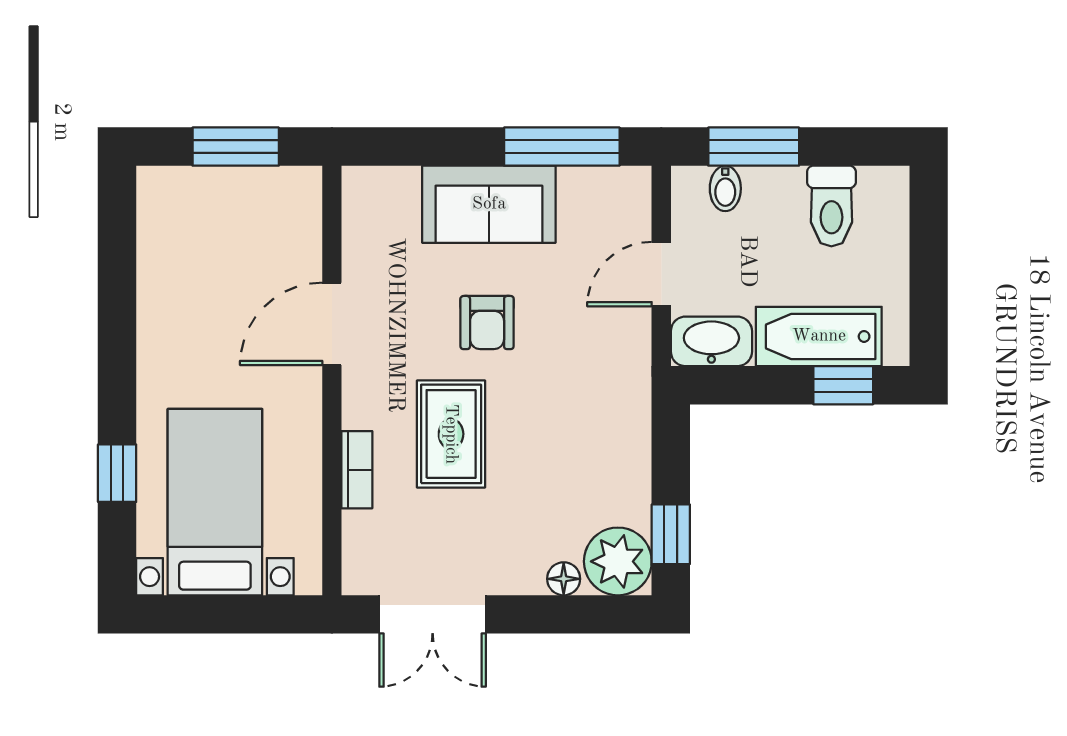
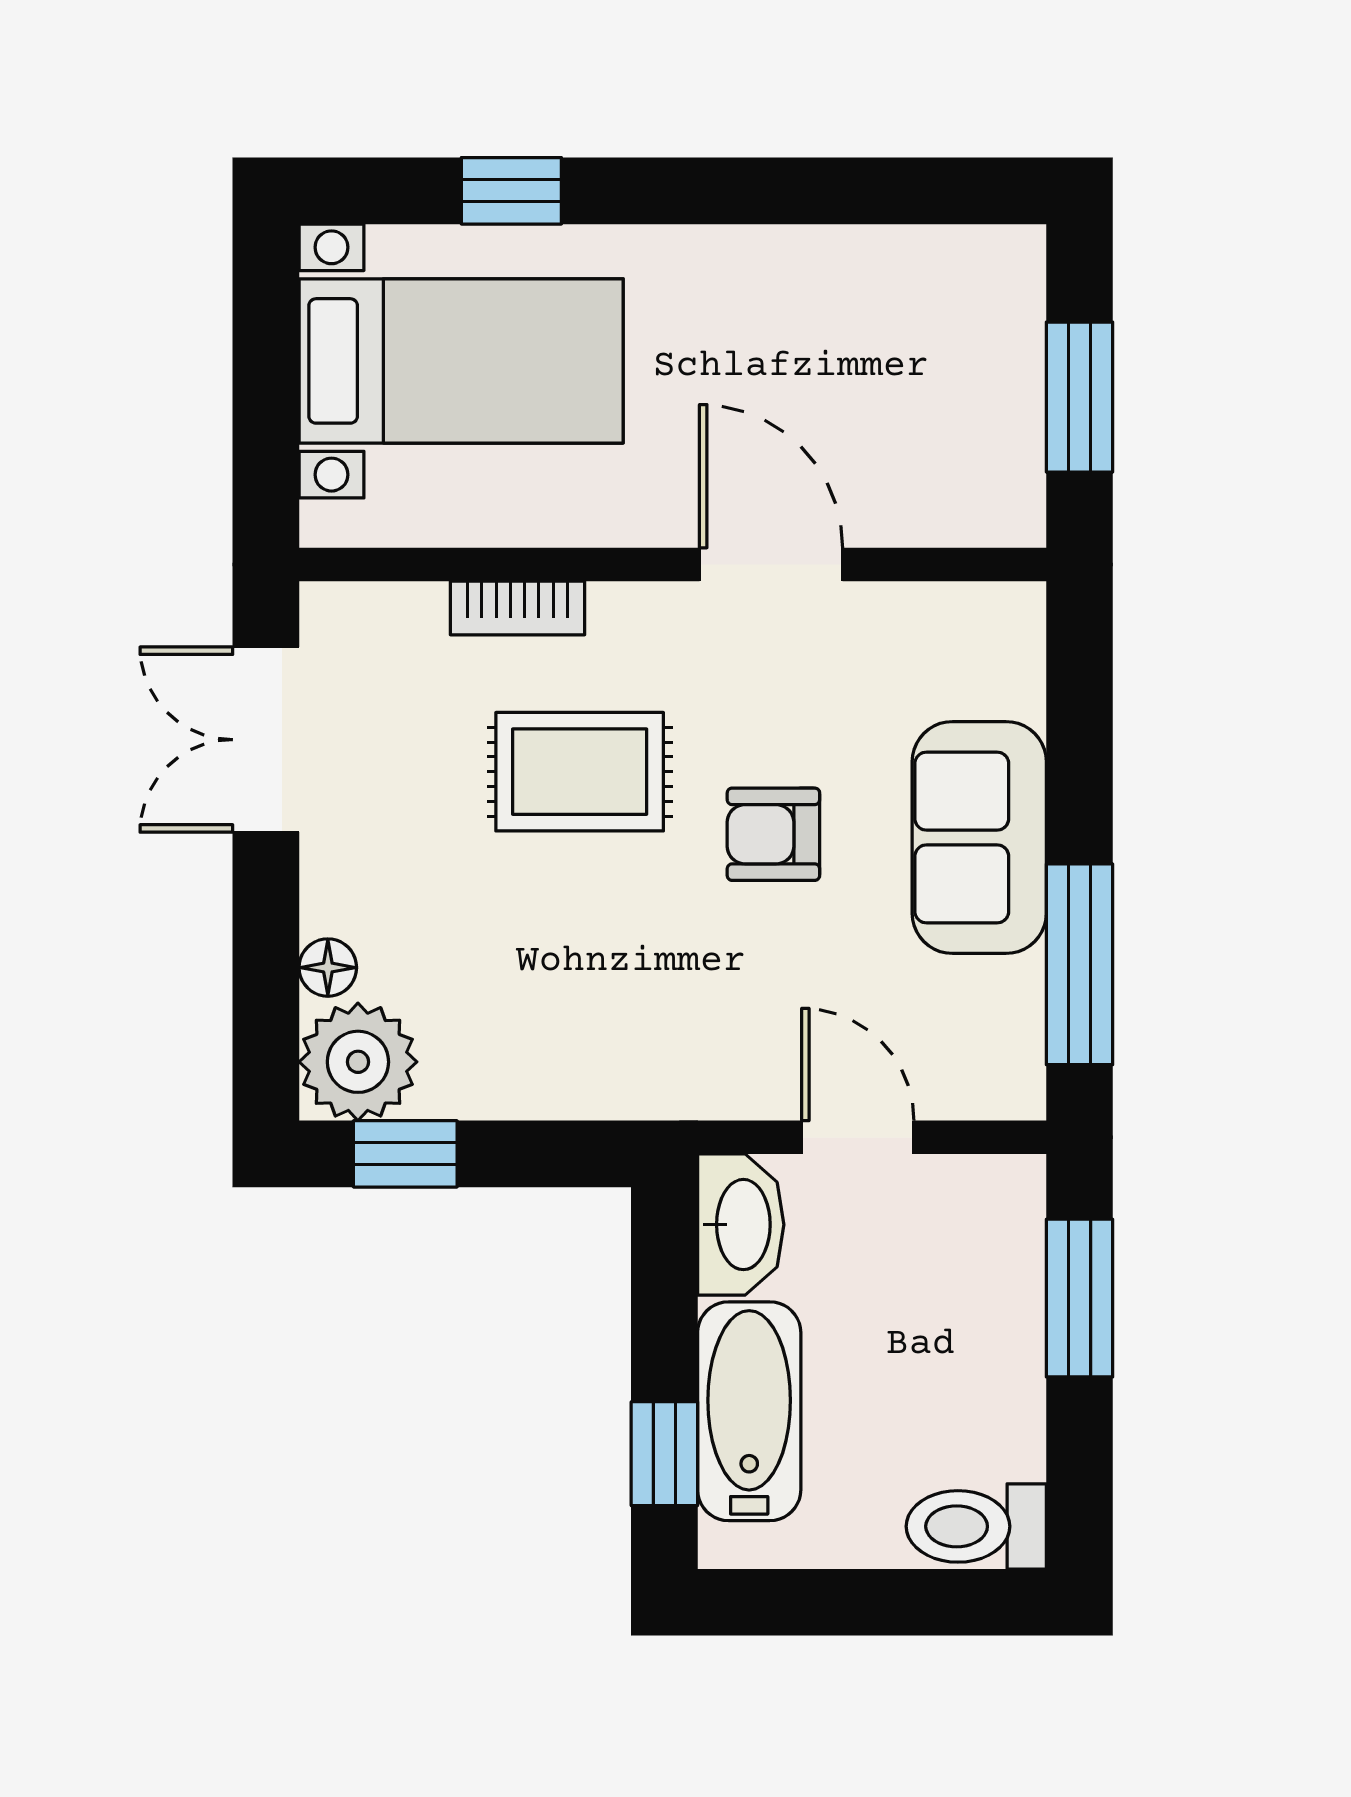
bidet: (725, 188) -> (1007, 1249), removed
toilet: (831, 206) -> (976, 1526), moved

